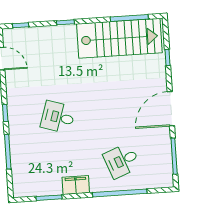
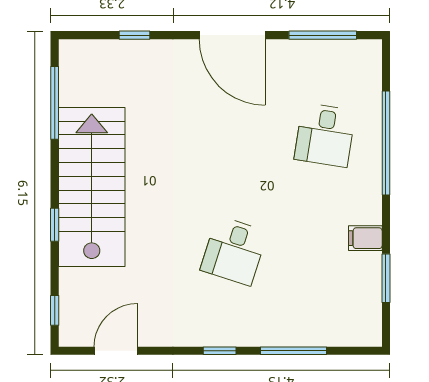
stairs: (119, 38) -> (92, 187), moved
desk: (122, 161) -> (325, 135), turned 30
filing cabinet: (76, 185) -> (365, 238), width x0.50

